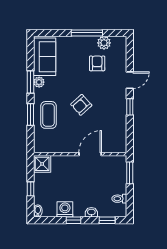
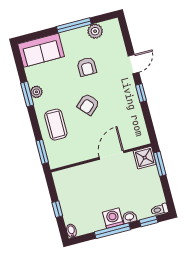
sofa: (45, 57) -> (41, 50), moved, turned 90
armchair: (97, 63) -> (87, 67), moved, turned 180
window: (31, 115) -> (42, 152), moved
shower: (42, 164) -> (145, 158), moved
toilet: (119, 199) -> (160, 210), moved
washing machine: (65, 209) -> (113, 218), moved
window: (73, 220) -> (112, 231), width x2.17

